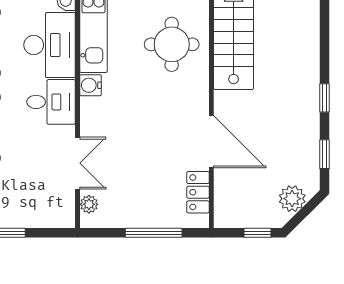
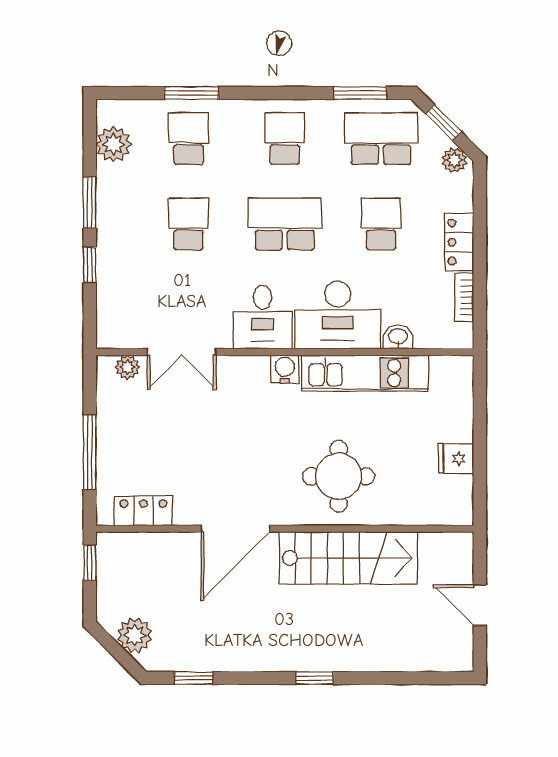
window: (325, 98) -> (315, 678), moved
door: (211, 142) -> (235, 529), moved
window: (258, 233) -> (90, 563), moved

